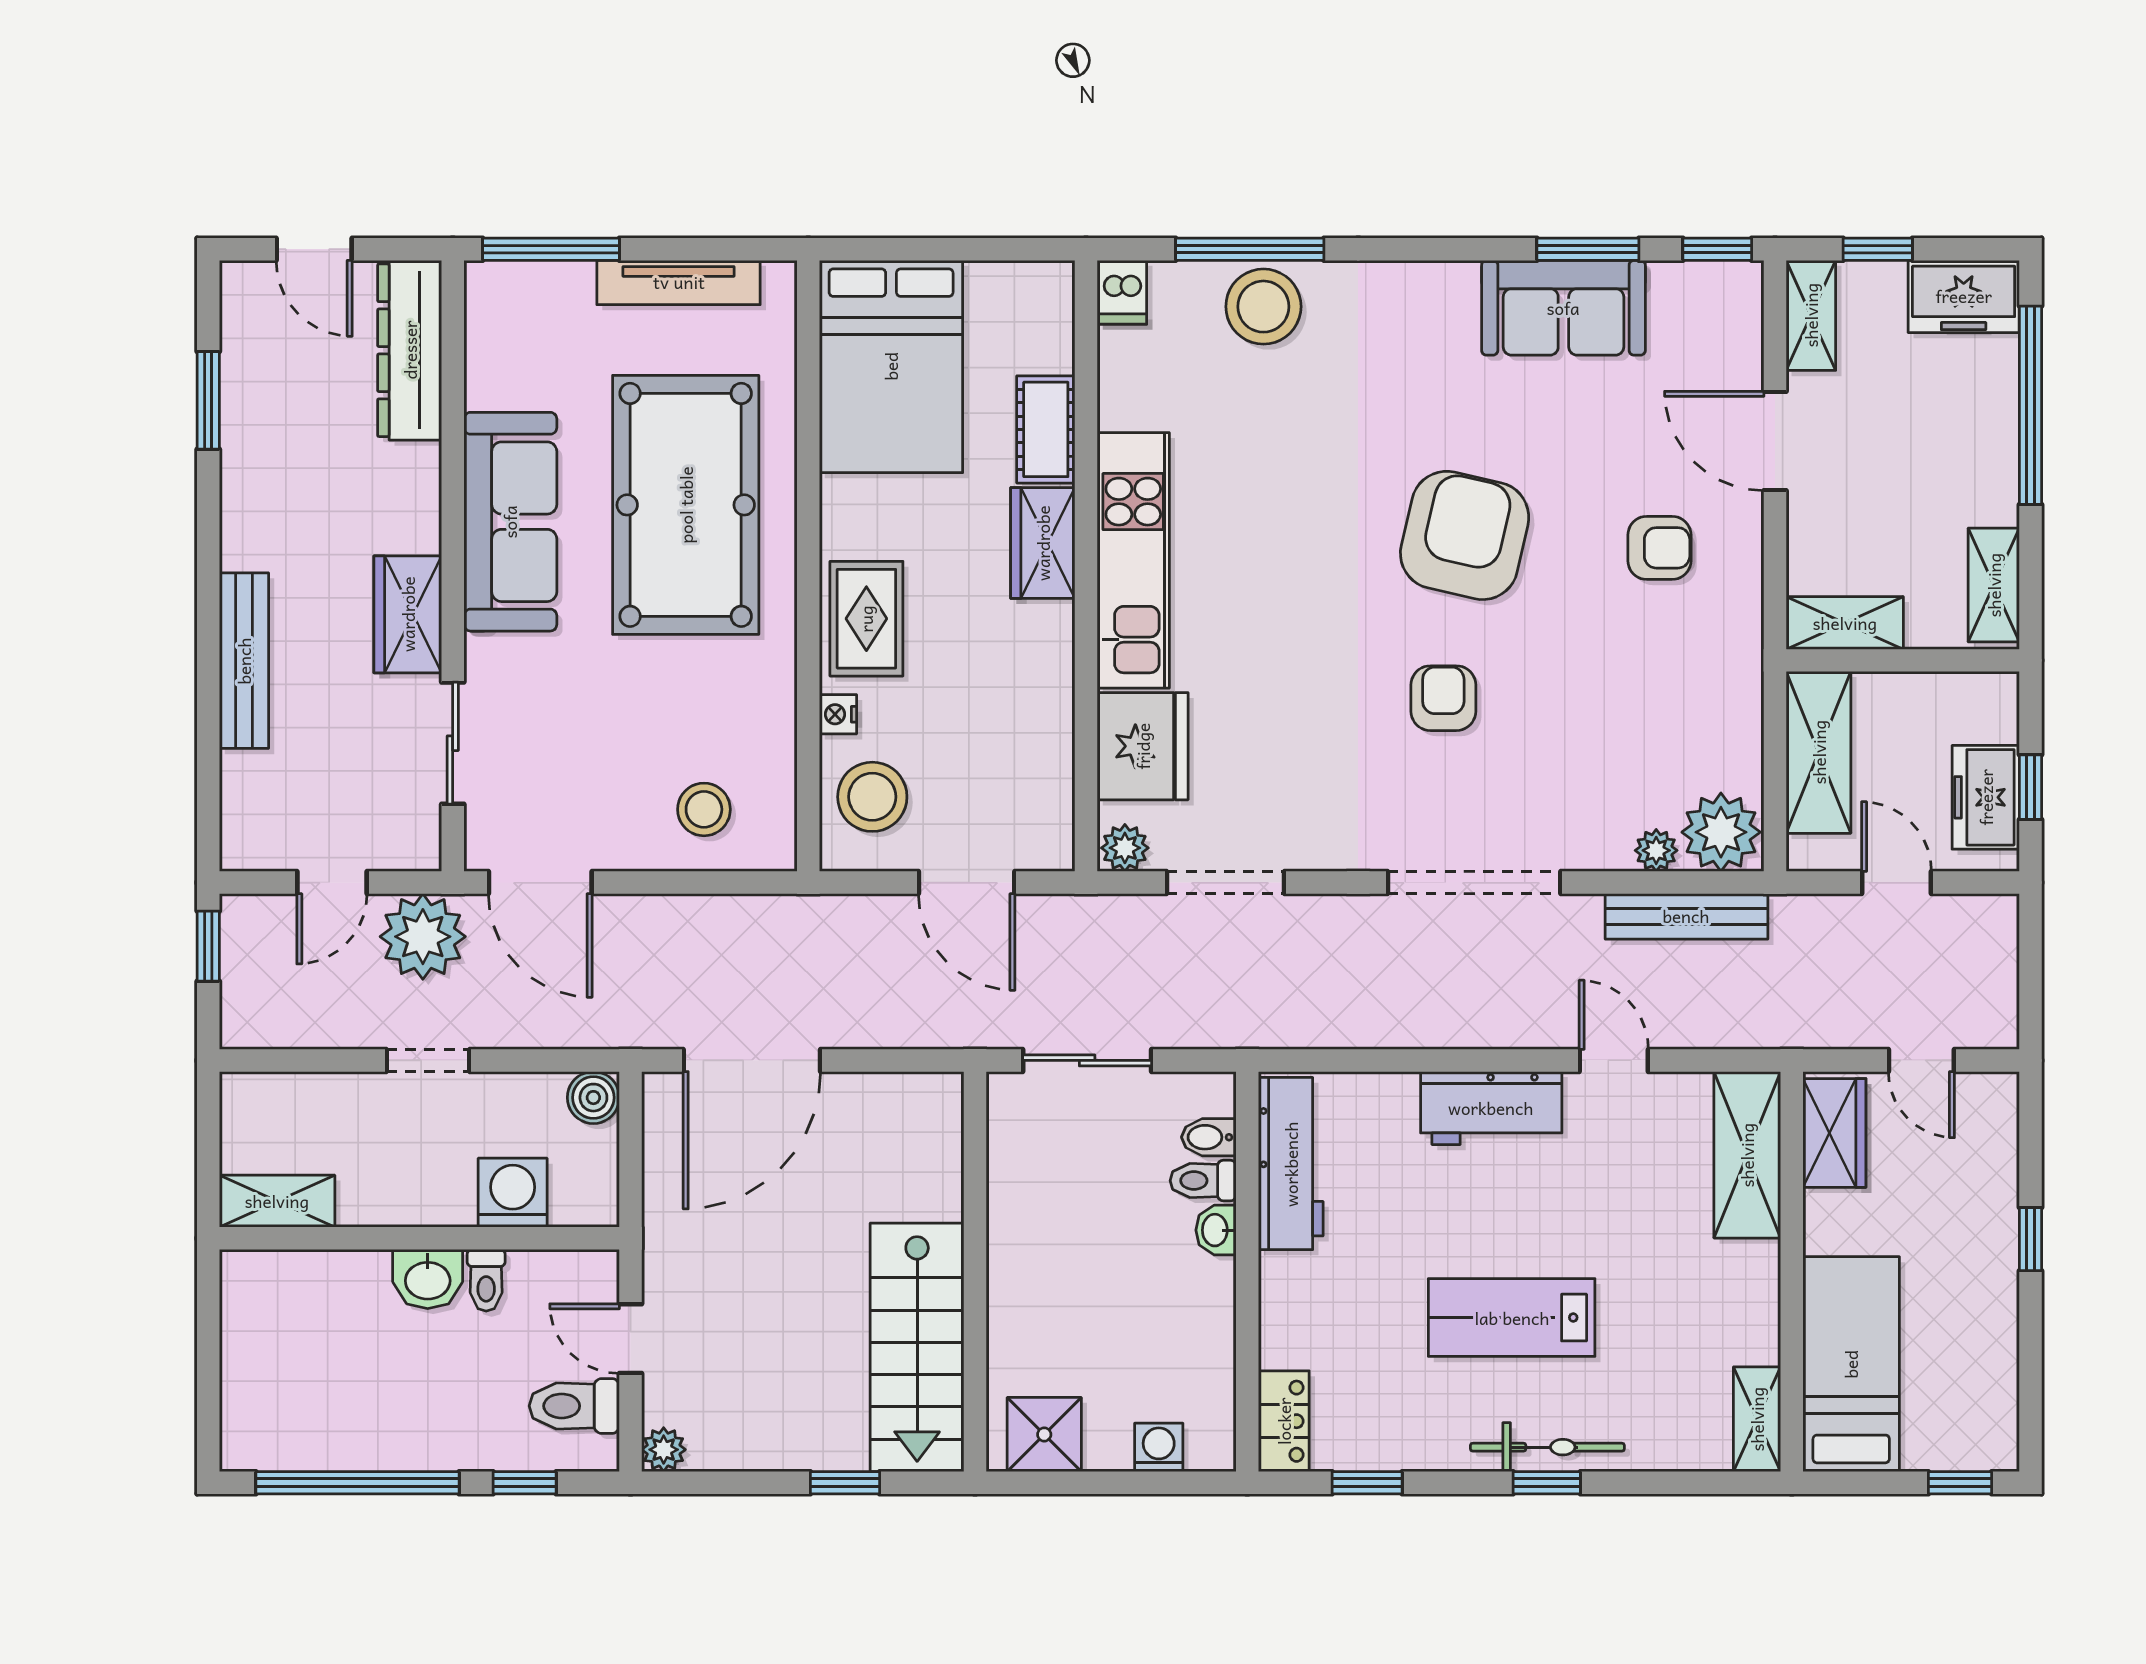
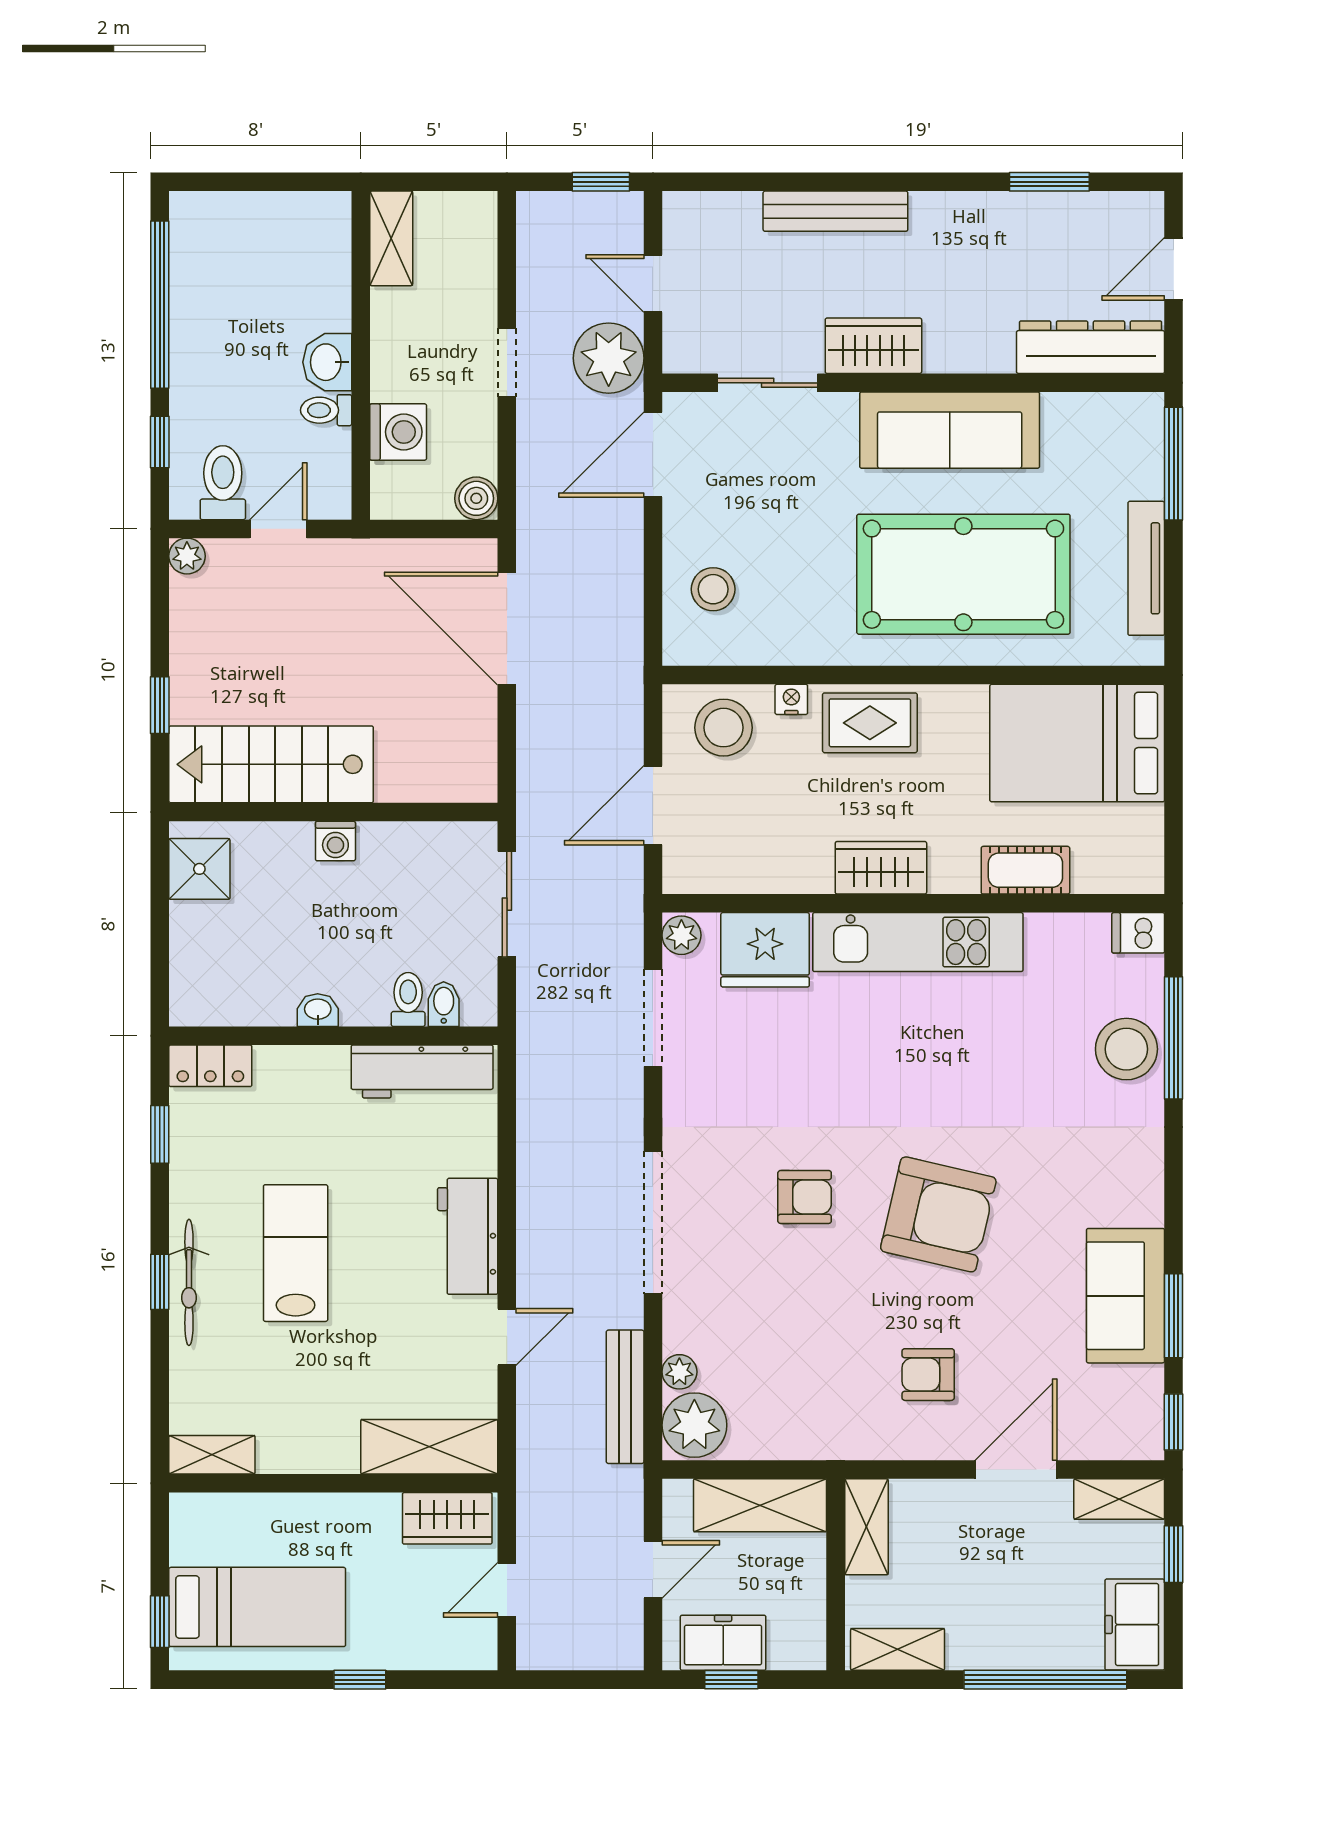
wardrobe: (1043, 543) -> (881, 868), moved
armchair: (1659, 548) -> (928, 1375), turned 90
washbasin: (1216, 1230) -> (318, 1010), moved
bed: (1851, 1364) -> (257, 1607), moved
washing machine: (1159, 1447) -> (335, 841), moved, turned 90

